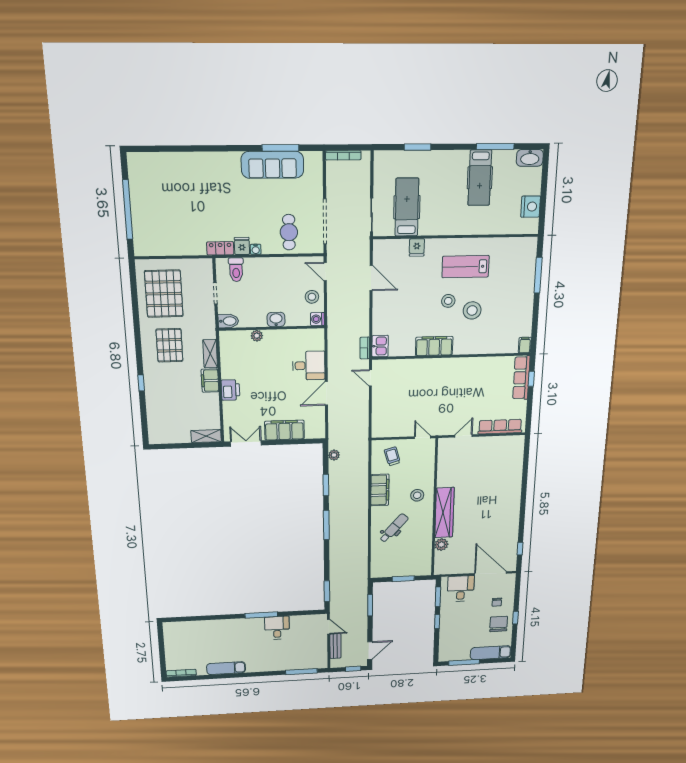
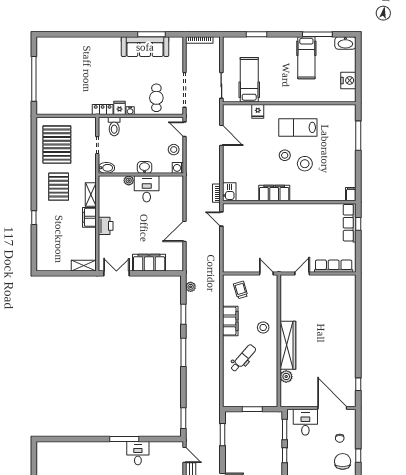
desk: (309, 366) -> (147, 189), moved, turned -90

